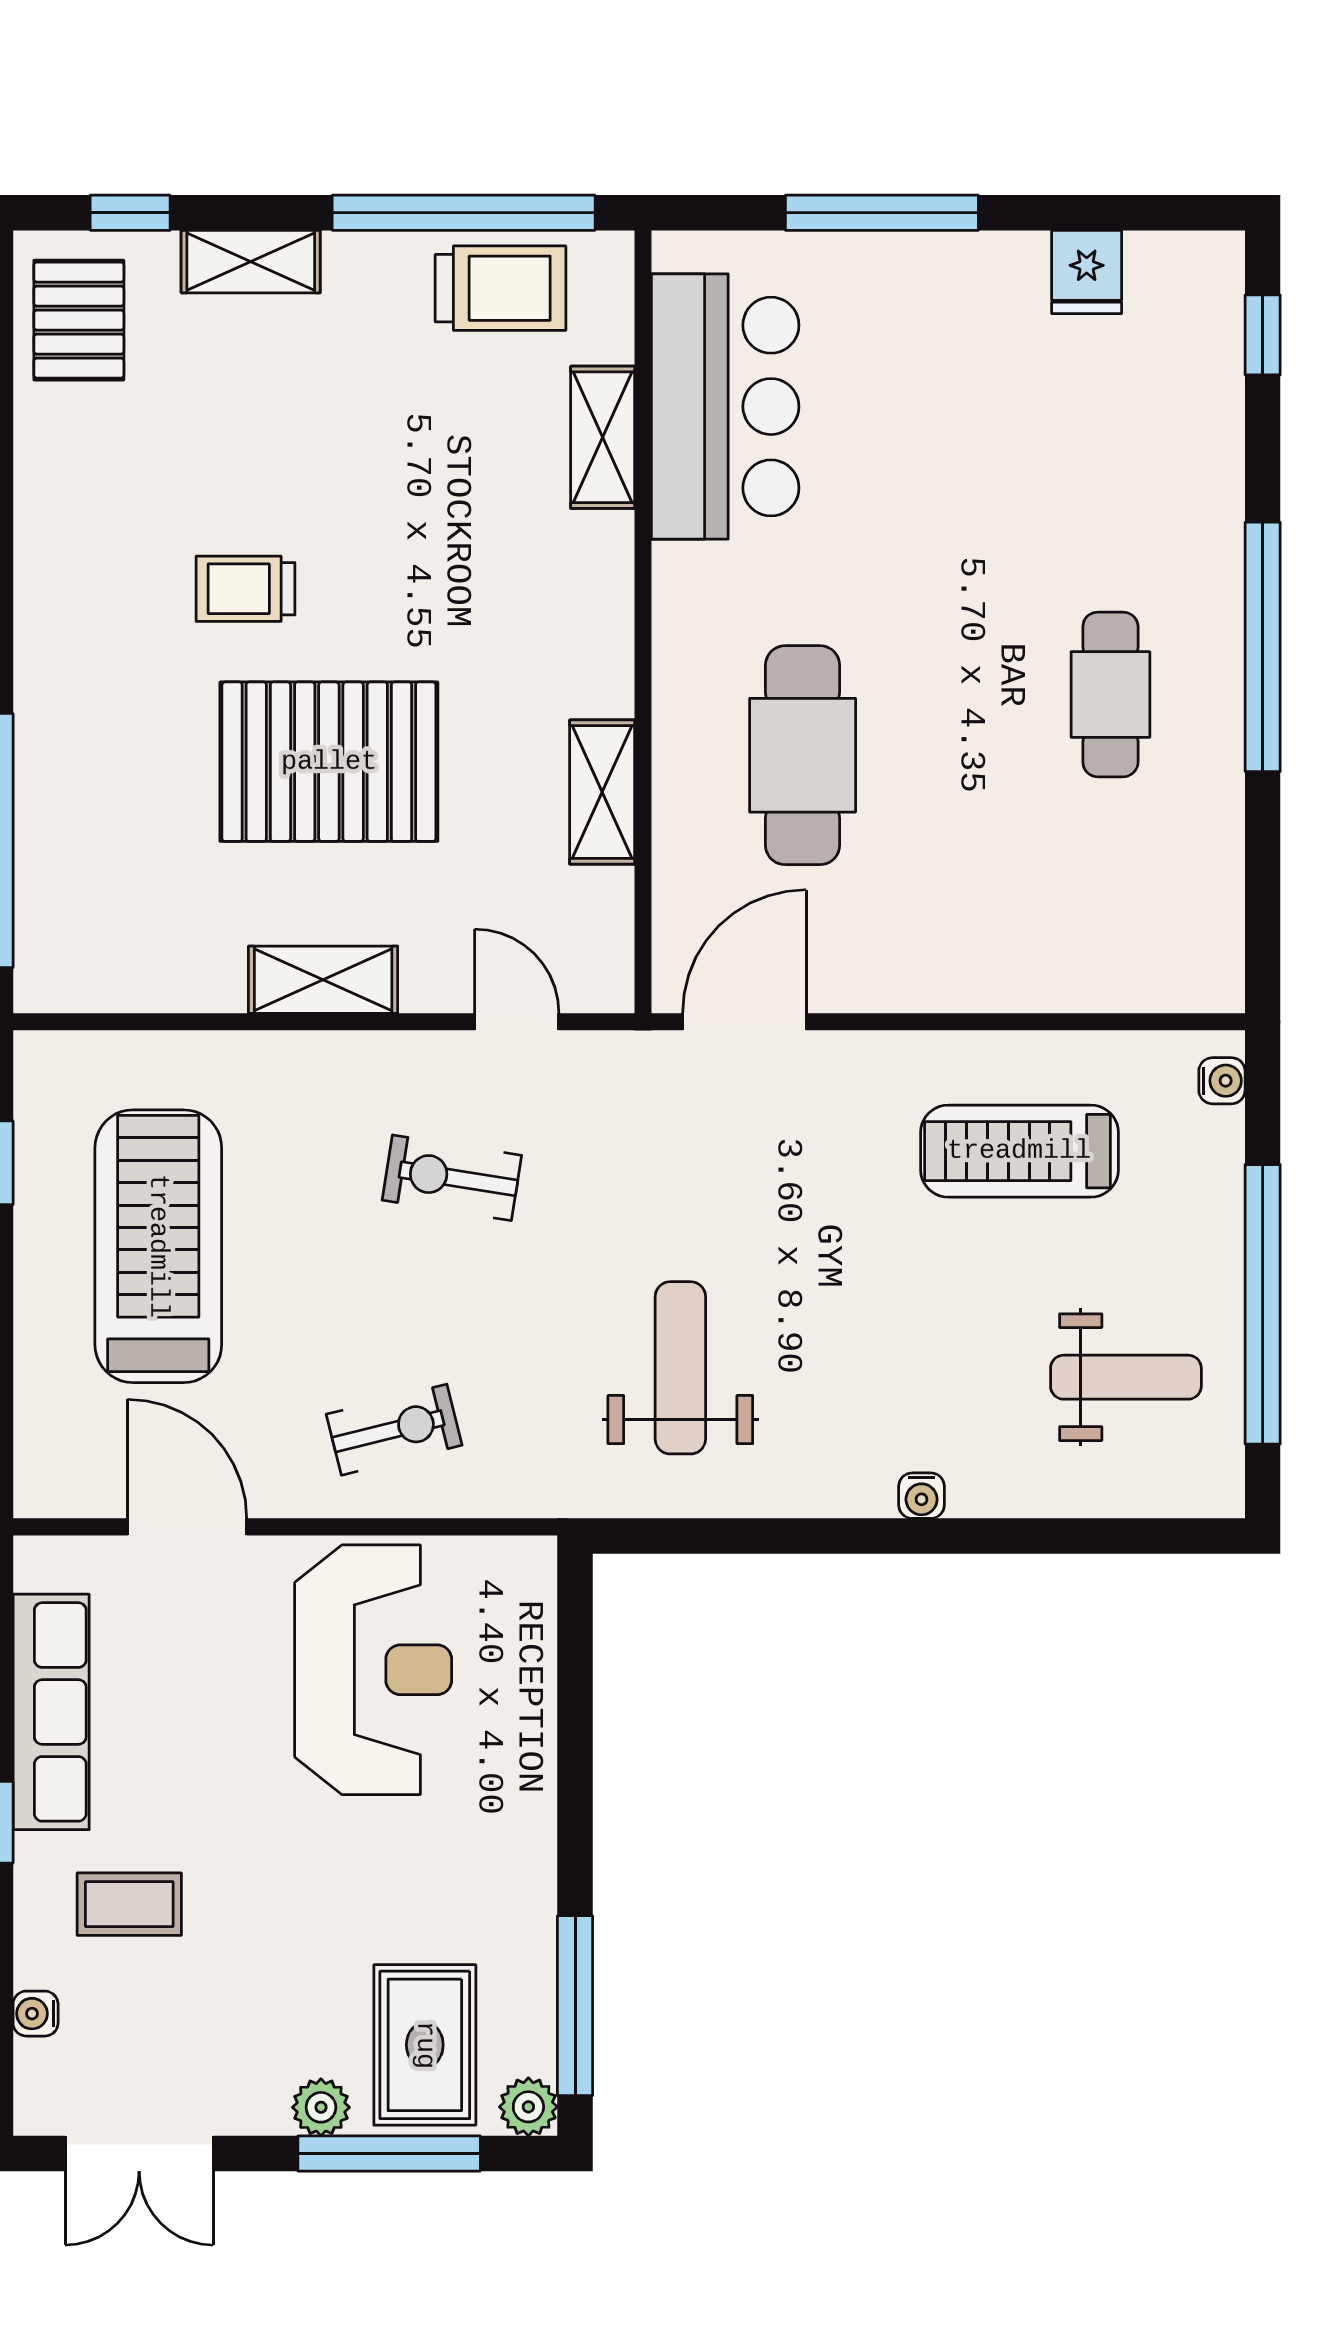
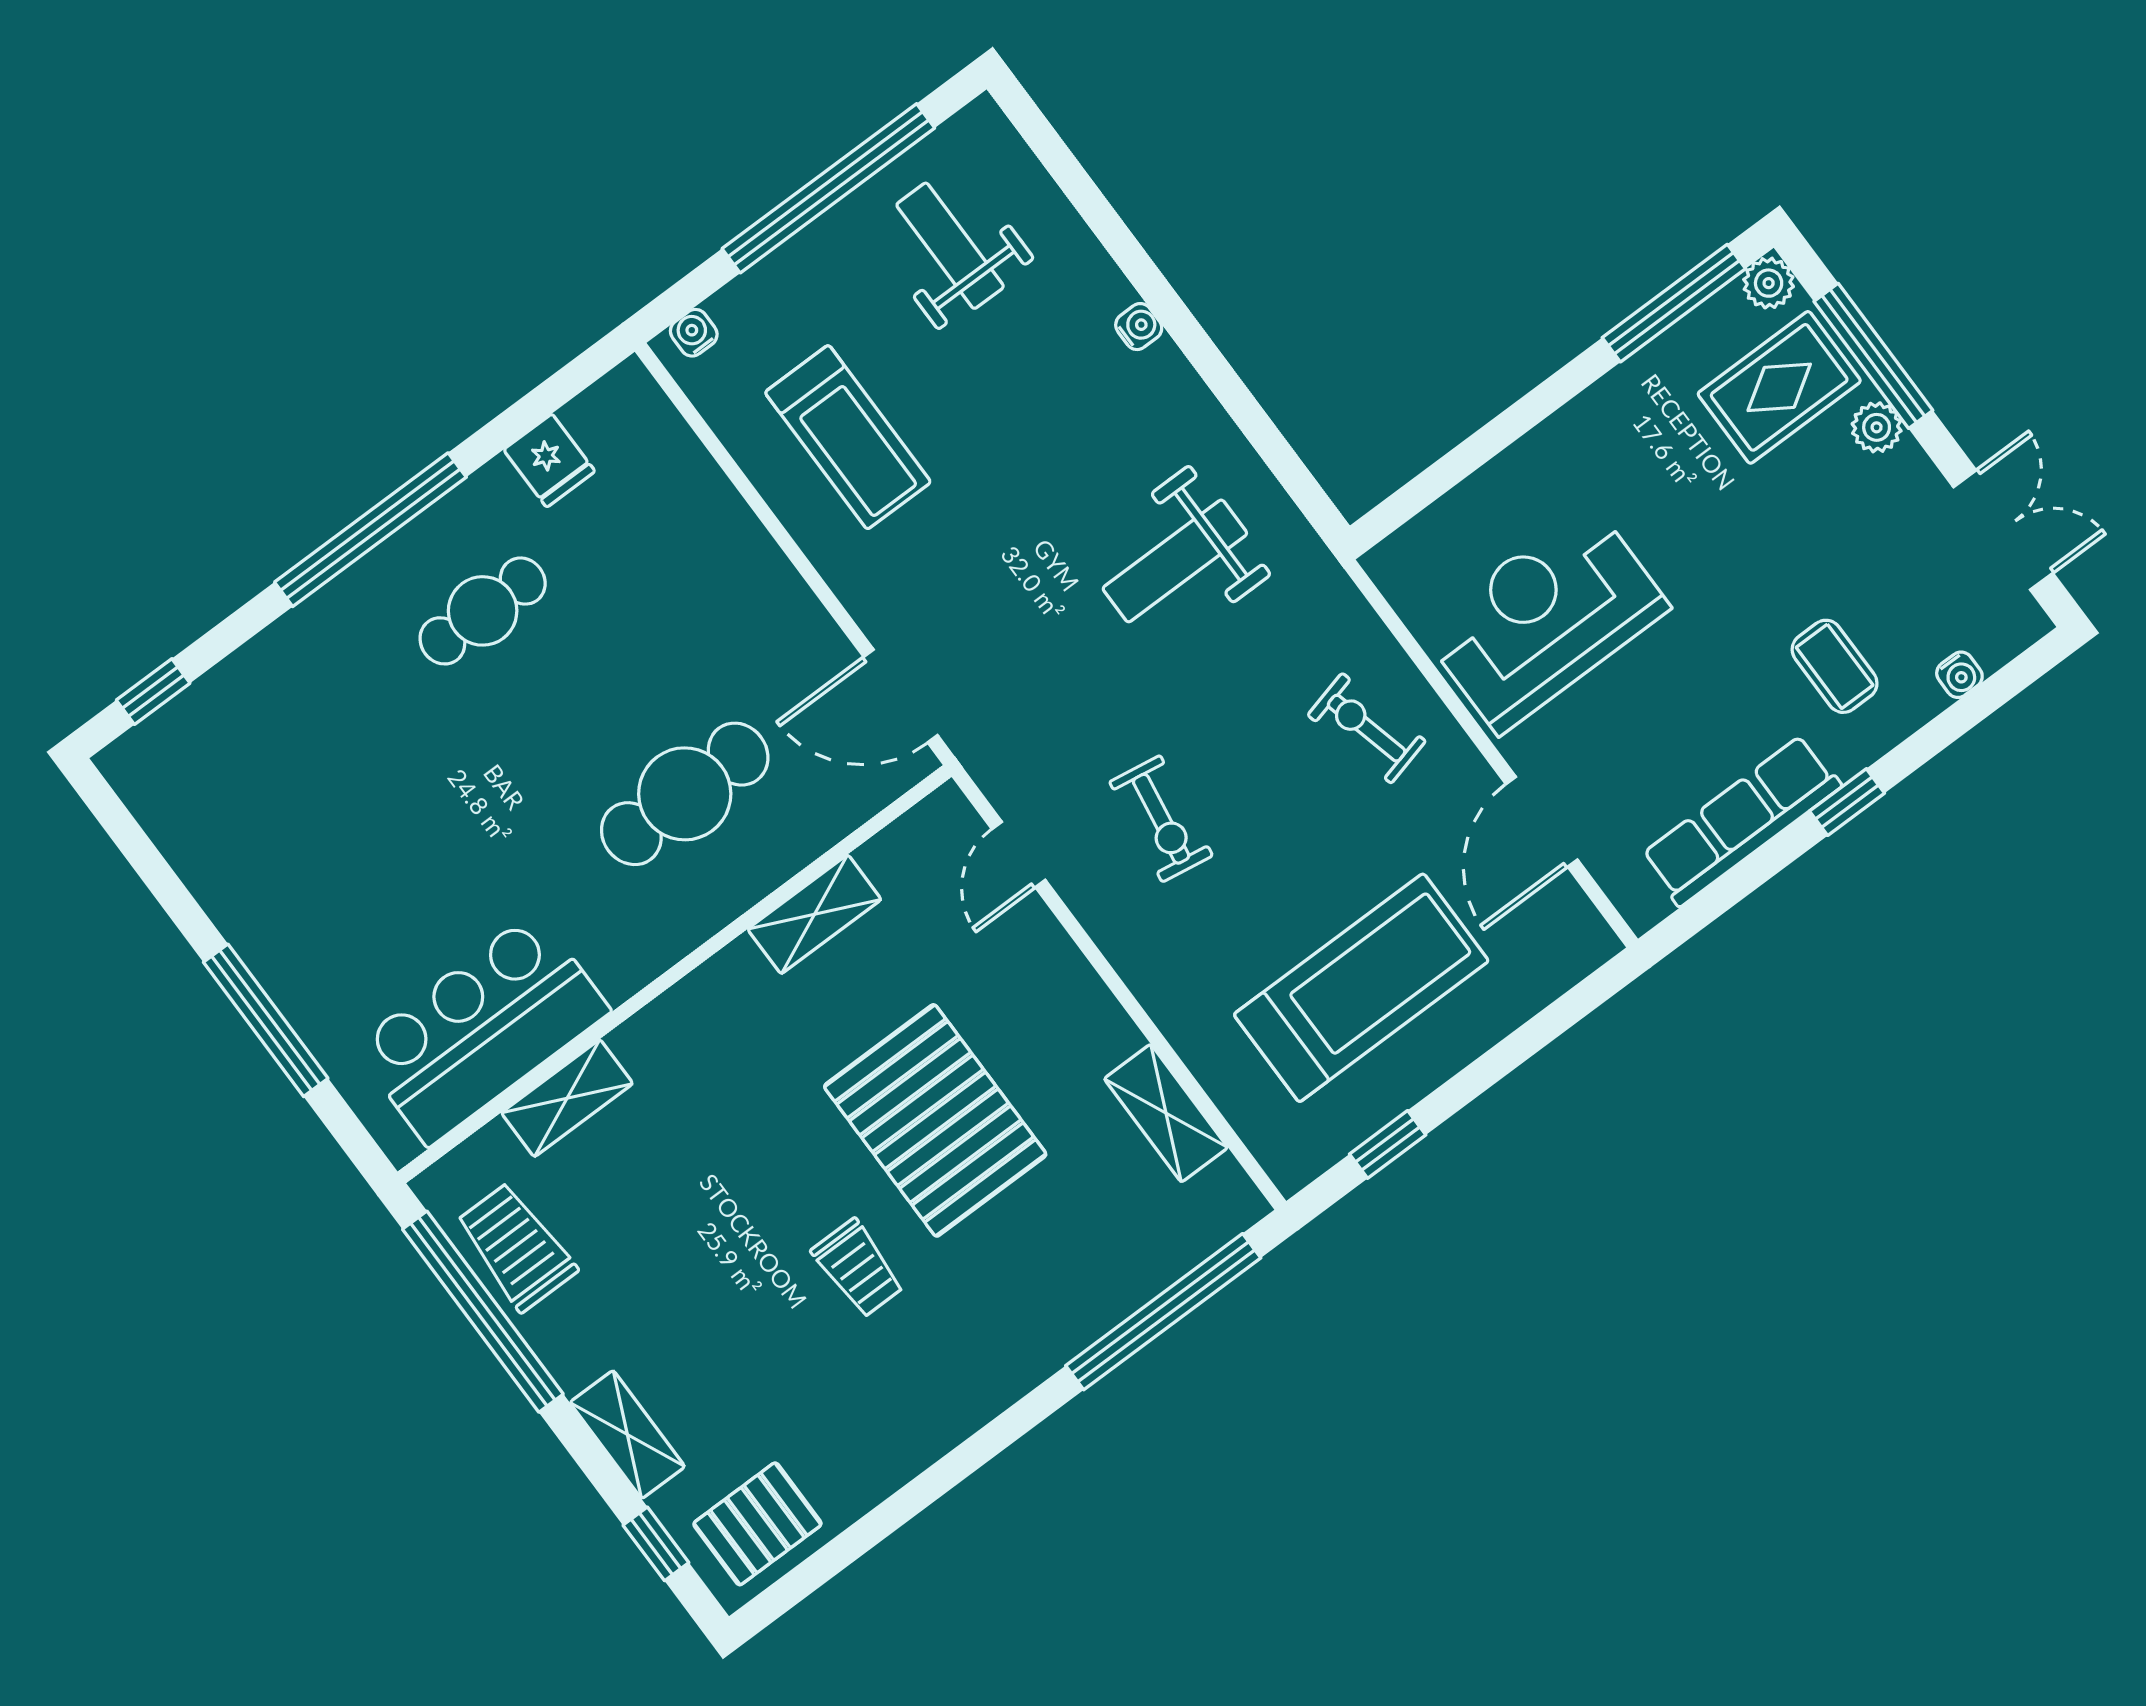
fridge: (1087, 272) -> (549, 461), moved, turned 90
shelving: (323, 980) -> (1166, 1113), moved
treadmill: (158, 1246) -> (1361, 988), turned 180

